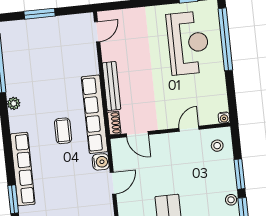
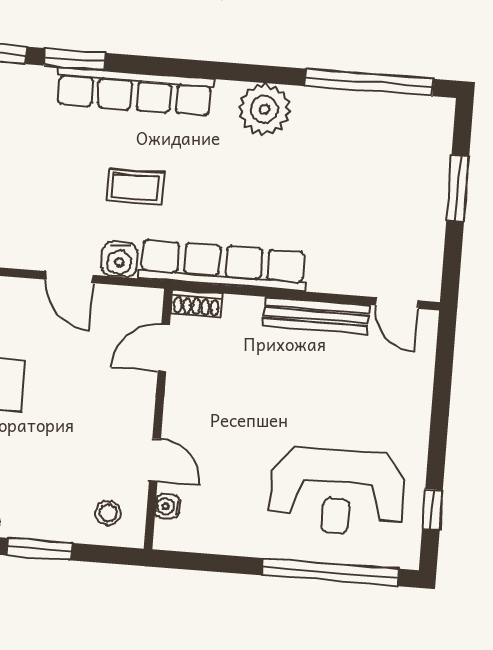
bench: (112, 86) -> (316, 315), moved
plant: (14, 103) -> (264, 109), width x1.88, depth x1.88
water cooler: (224, 118) -> (167, 506), moved
coffee table: (63, 131) -> (135, 187), moved

